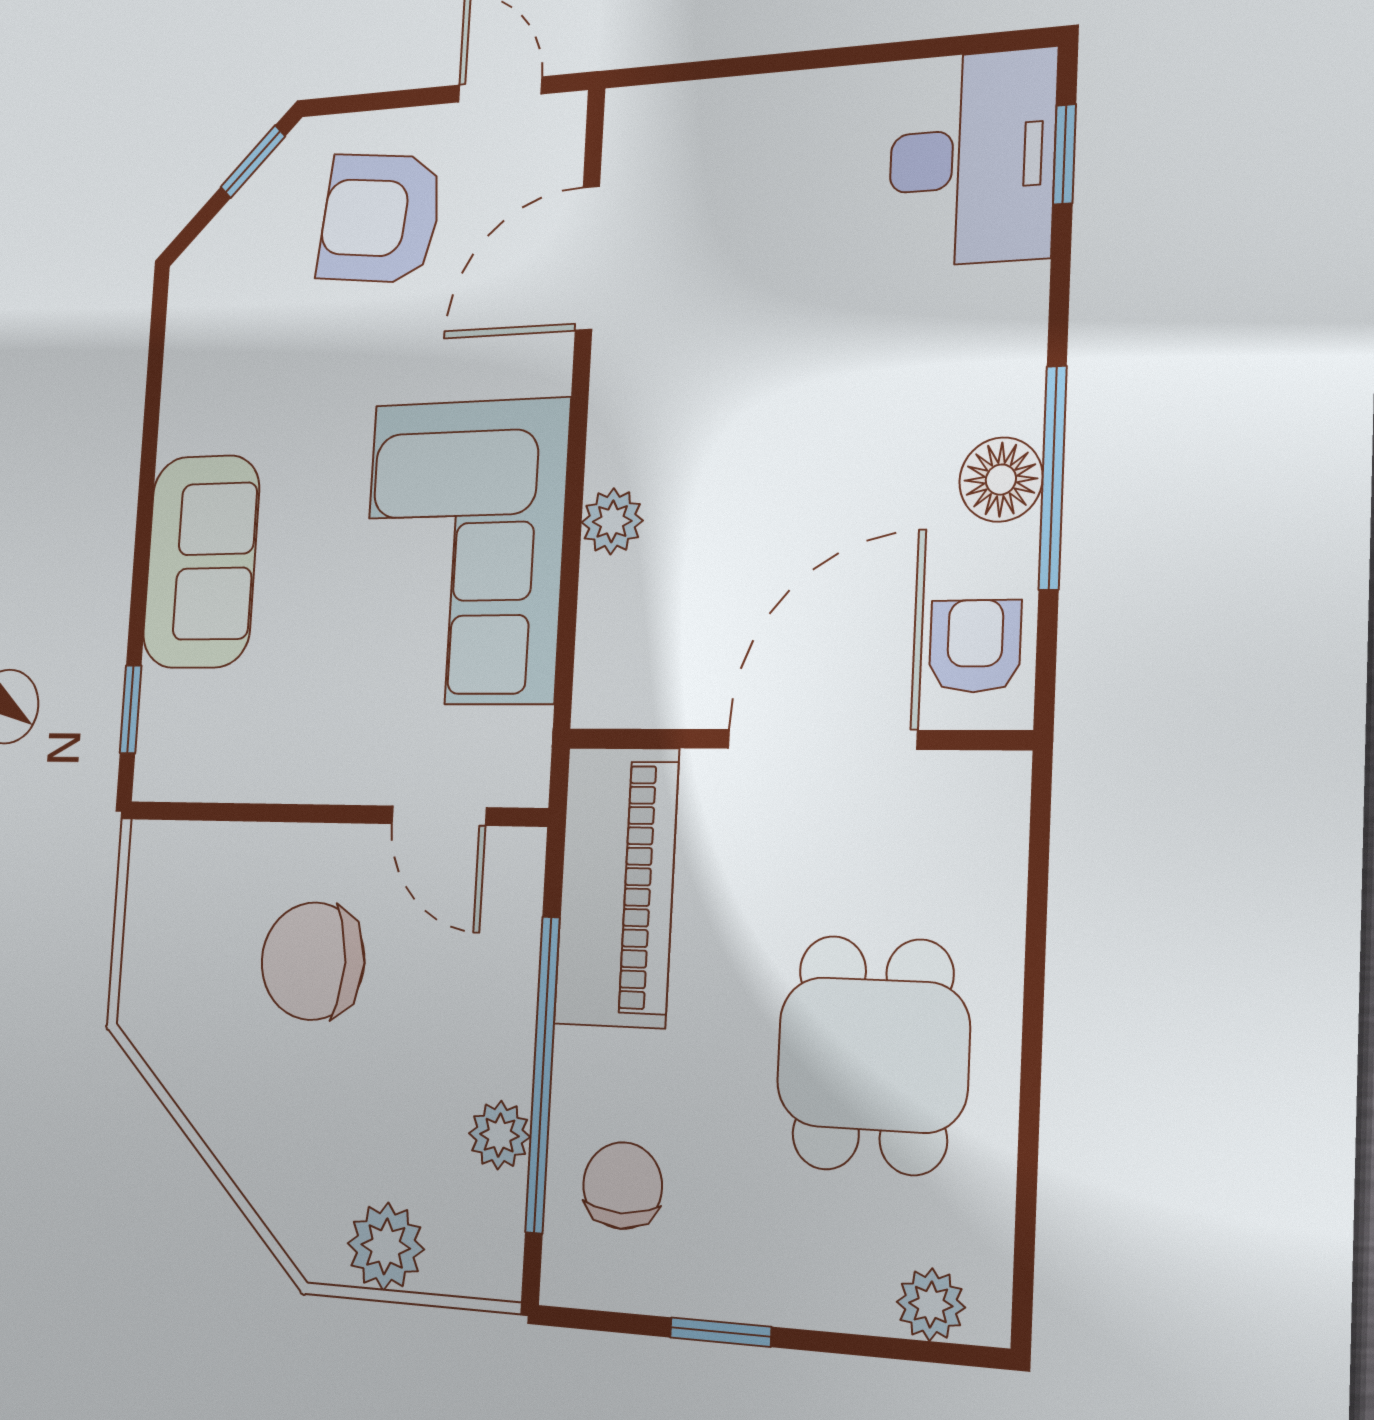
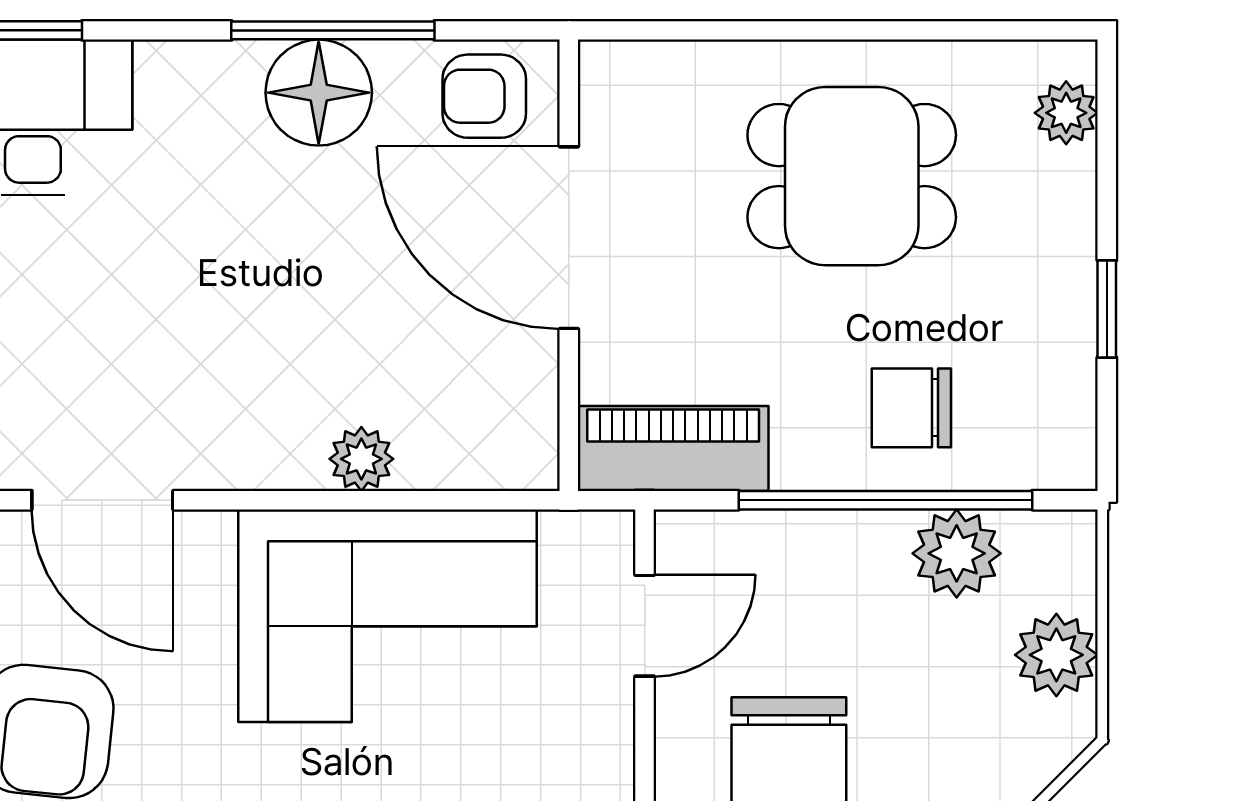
floor lamp: (1001, 480) -> (319, 93), width x1.38, depth x1.38
piano: (617, 886) -> (673, 449), width x0.73, depth x0.75
plant: (499, 1135) -> (957, 553), width x1.38, depth x1.38
chair: (623, 1186) -> (911, 408), moved

